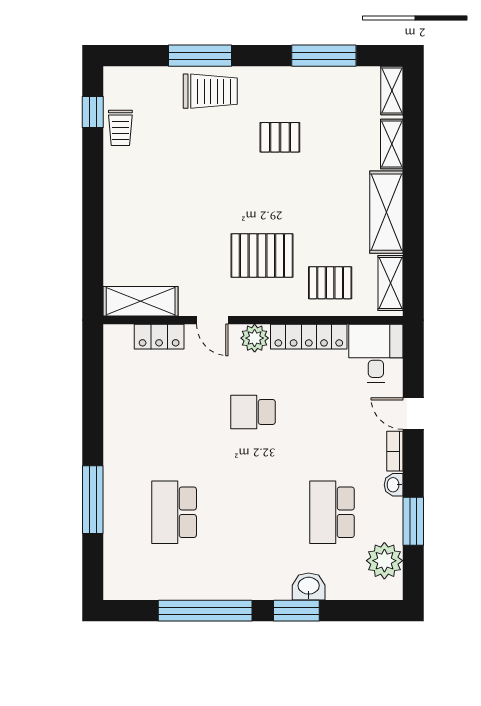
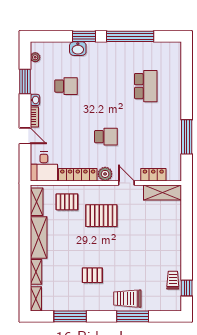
window: (93, 500) -> (187, 137), moved
school desk: (332, 512) -> (66, 86), width x0.54
plant: (384, 561) -> (35, 57), width x0.53, depth x0.53

